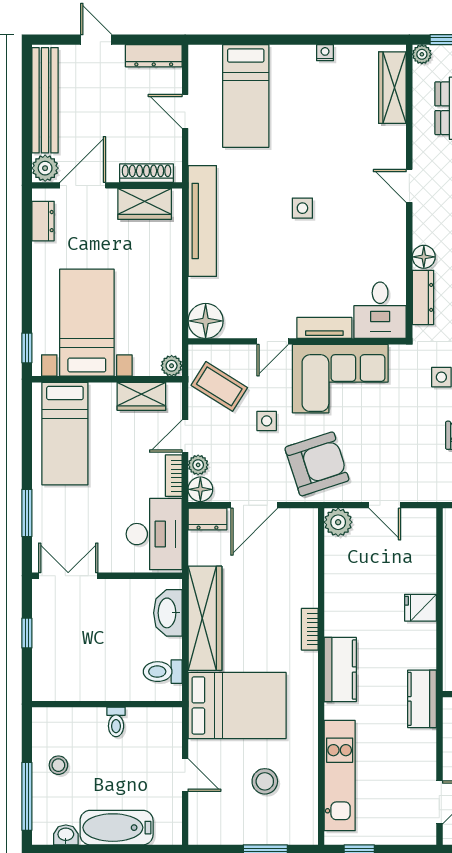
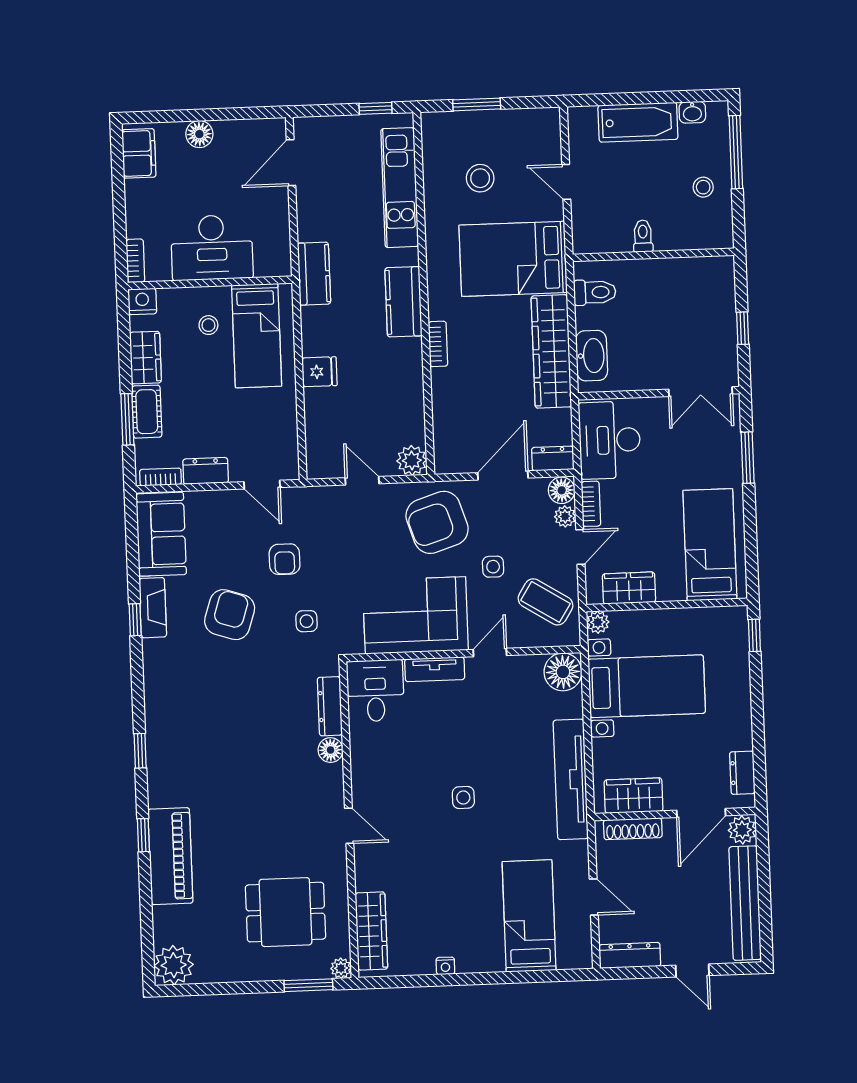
bed with nightstands: (87, 323) -> (647, 686), moved, turned -90

